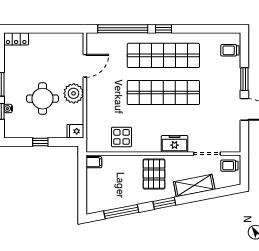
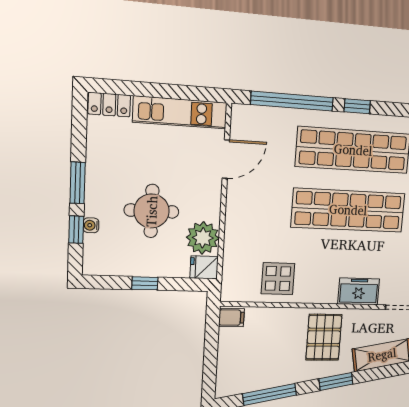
kitchen unit: (56, 40) -> (180, 112), added
plant: (74, 93) -> (203, 238), moved

